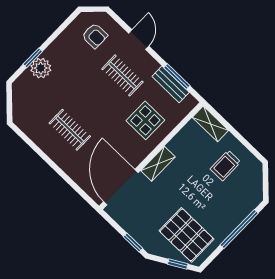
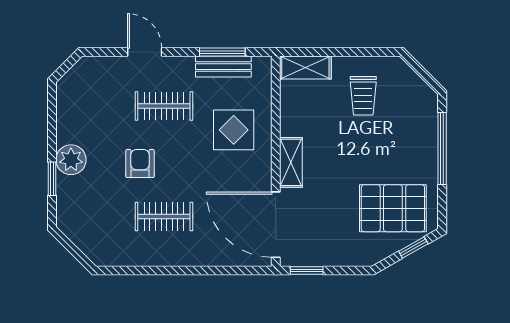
armchair: (95, 36) -> (140, 164), moved, turned -90
plant: (41, 68) -> (71, 160), moved
window: (133, 243) -> (307, 270), moved

